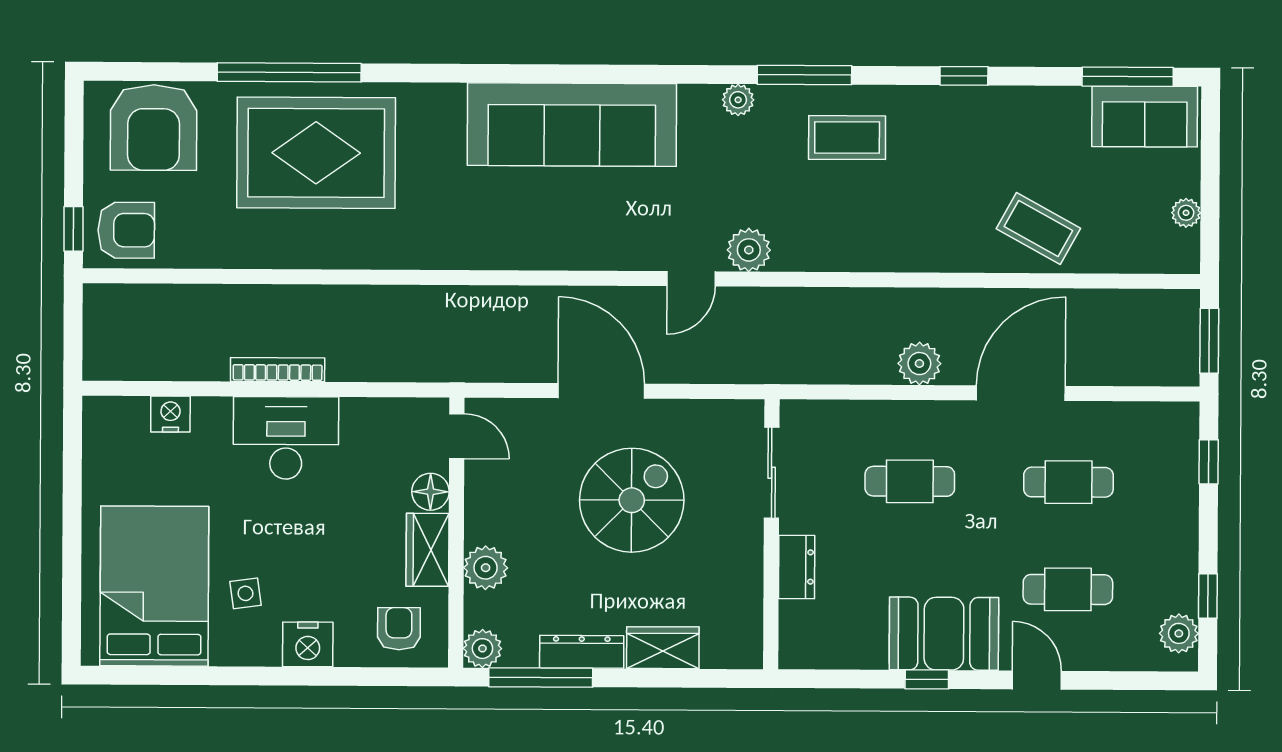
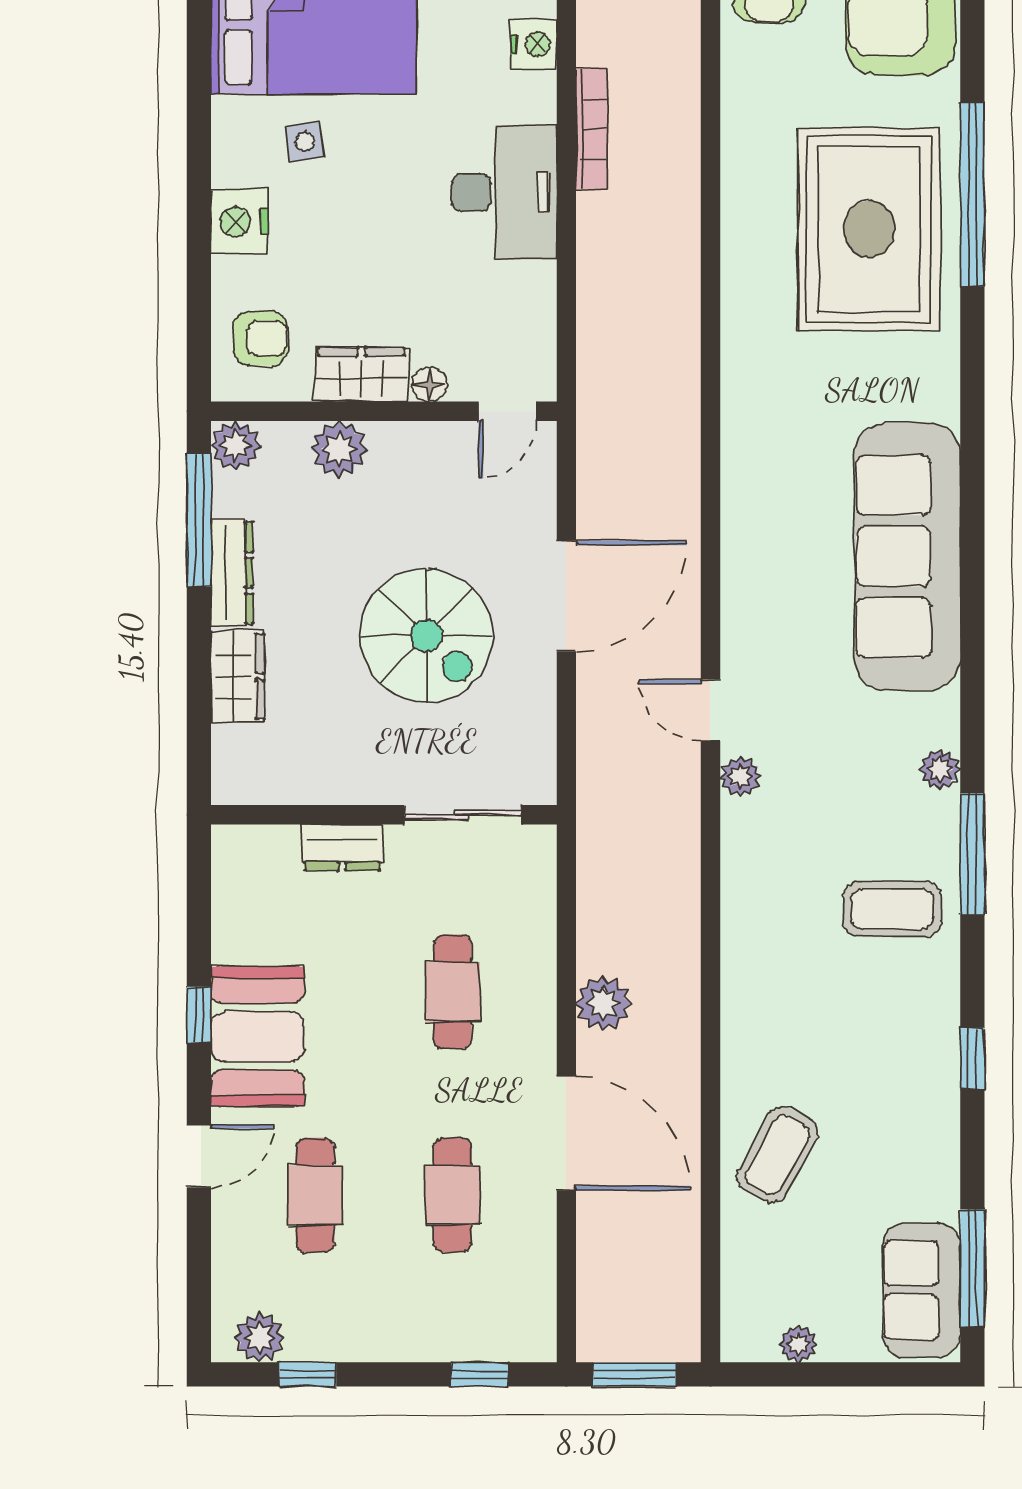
coffee table: (847, 138) -> (892, 909), turned 90
plant: (749, 250) -> (740, 776), width x0.73, depth x0.73
bookcase: (278, 370) -> (591, 129), moved
floor lamp: (430, 492) -> (430, 384), width x0.73, depth x0.73

